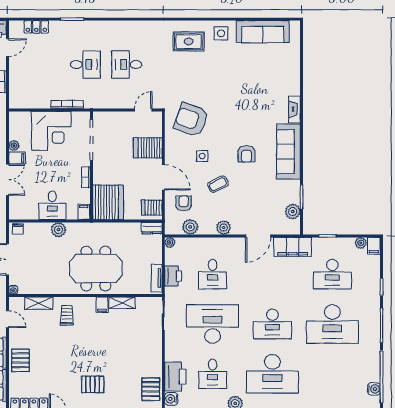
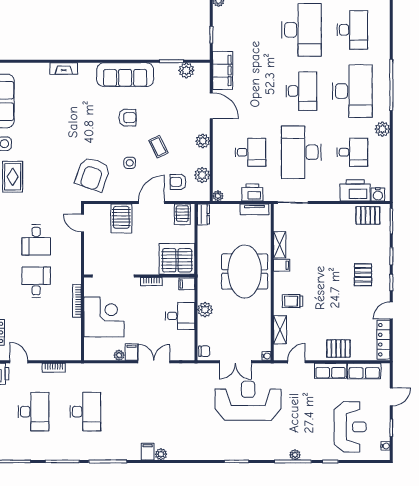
fireplace: (294, 109) -> (64, 69), moved
desk: (332, 274) -> (352, 30), moved

